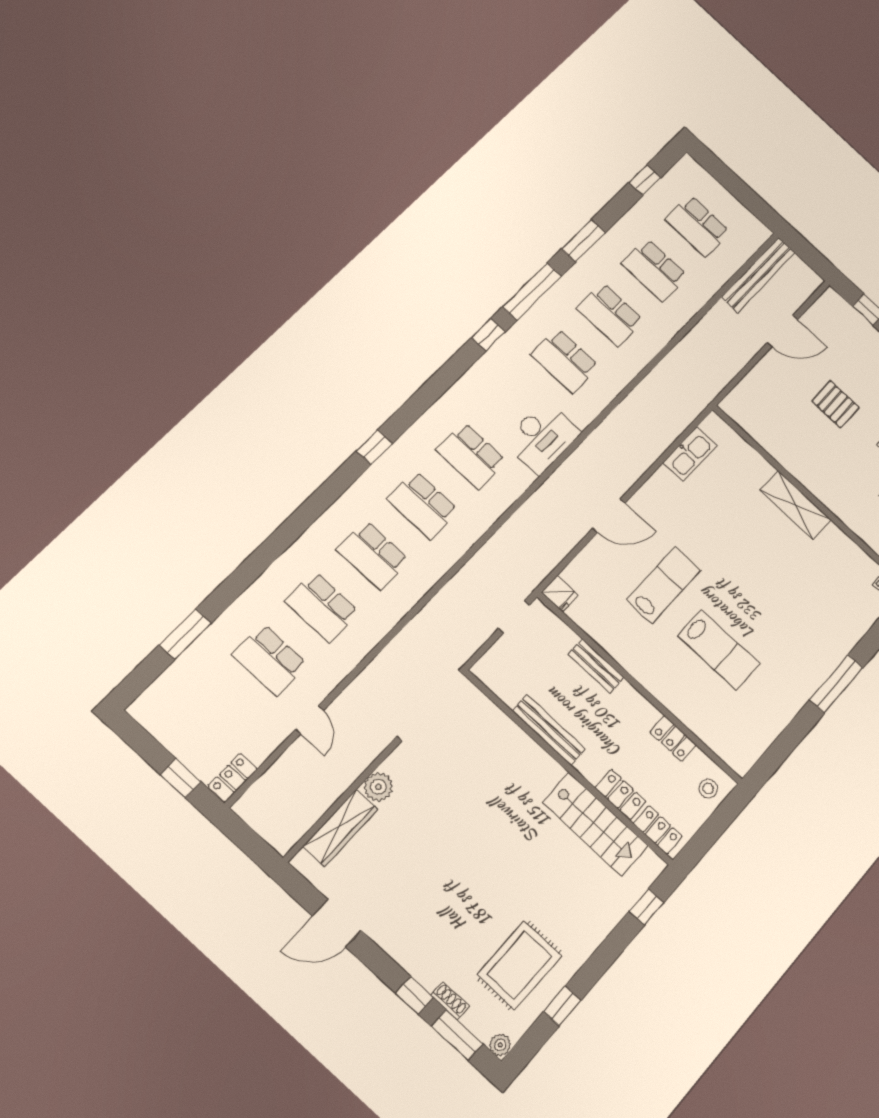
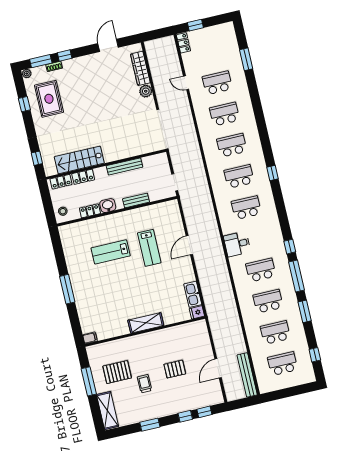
desk: (542, 437) -> (237, 244), width x0.73
fridge: (560, 594) -> (197, 312), moved
washbasin: (641, 712) -> (108, 206), added

